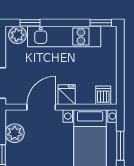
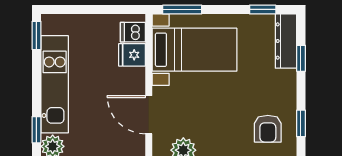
fridge: (67, 95) -> (132, 55), moved
window: (120, 146) -> (182, 9), moved

